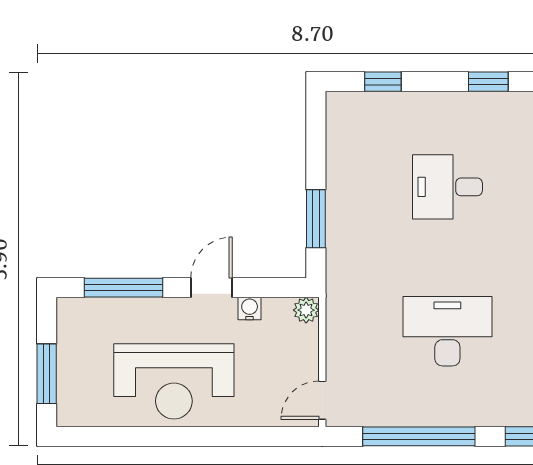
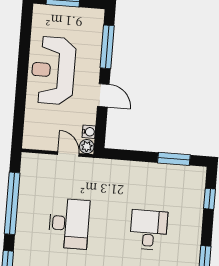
window: (316, 219) -> (174, 159), moved
water cooler: (250, 308) -> (89, 132), moved
door: (322, 400) -> (68, 154), moved

